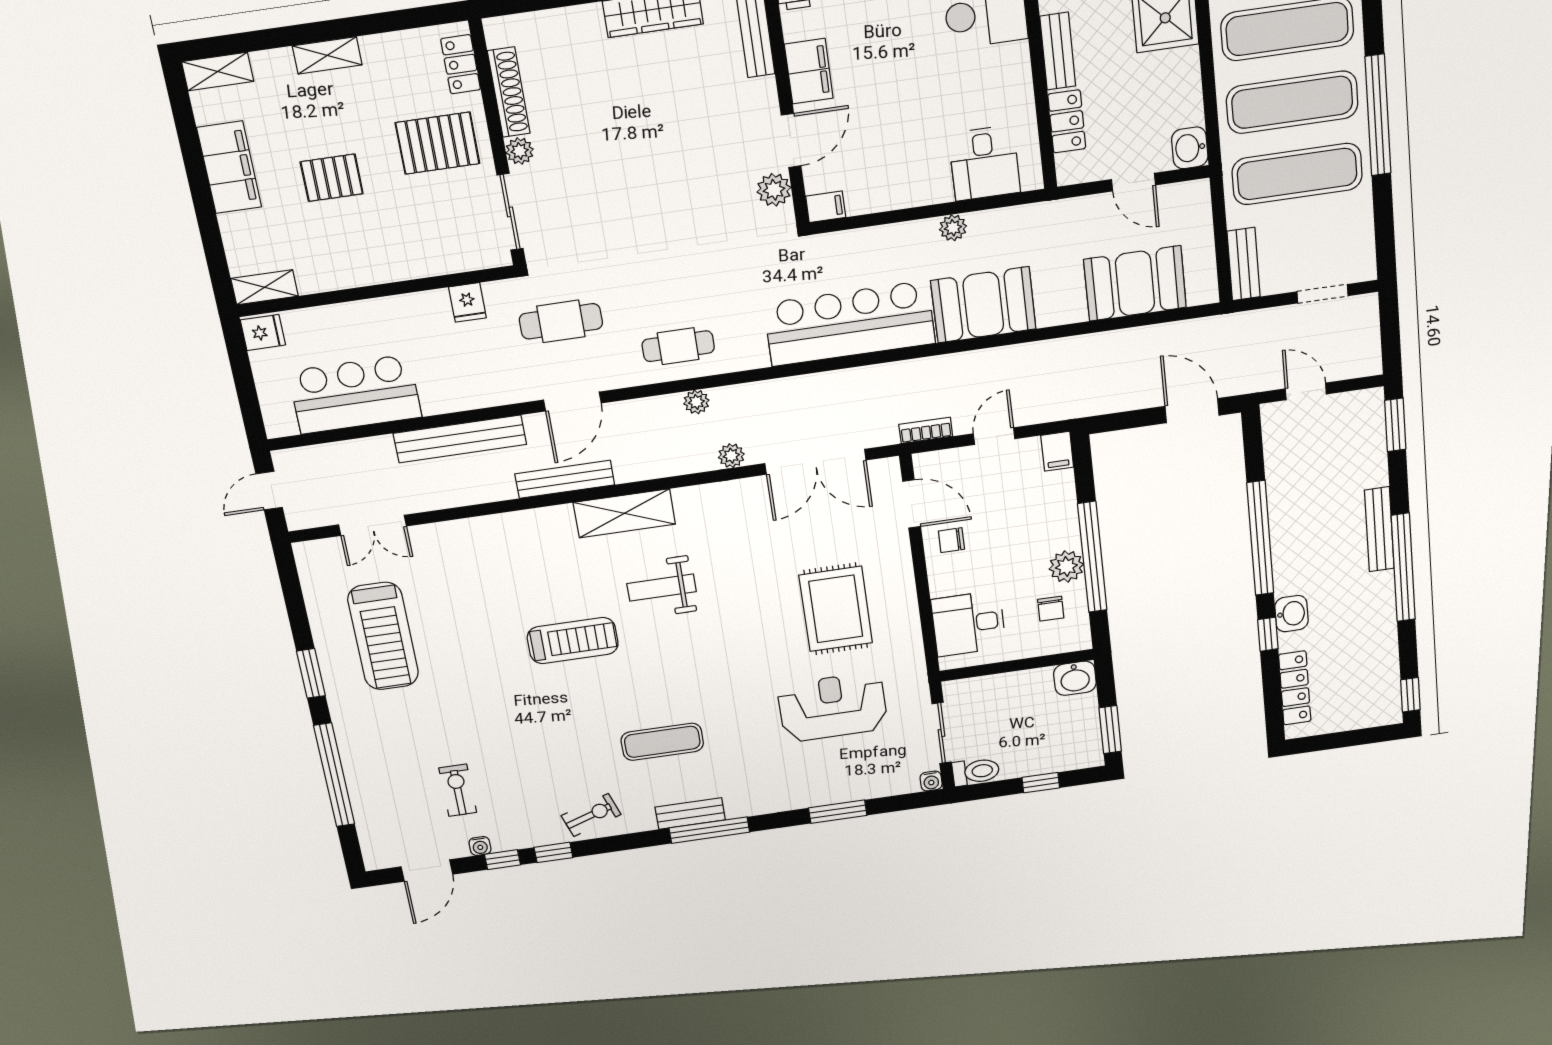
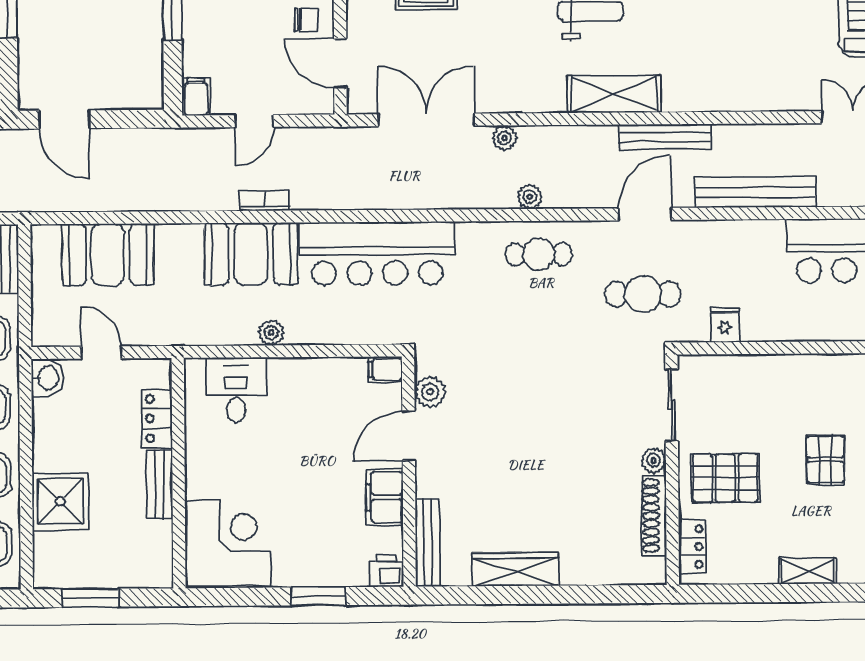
pallet: (332, 178) -> (825, 460), turned 90
bookcase: (926, 430) -> (265, 201), moved, turned 180

